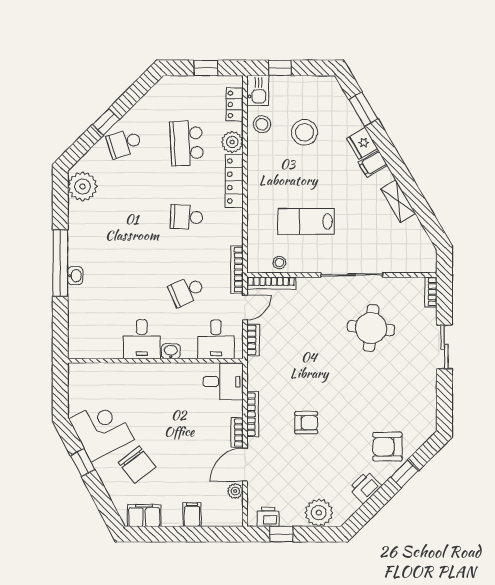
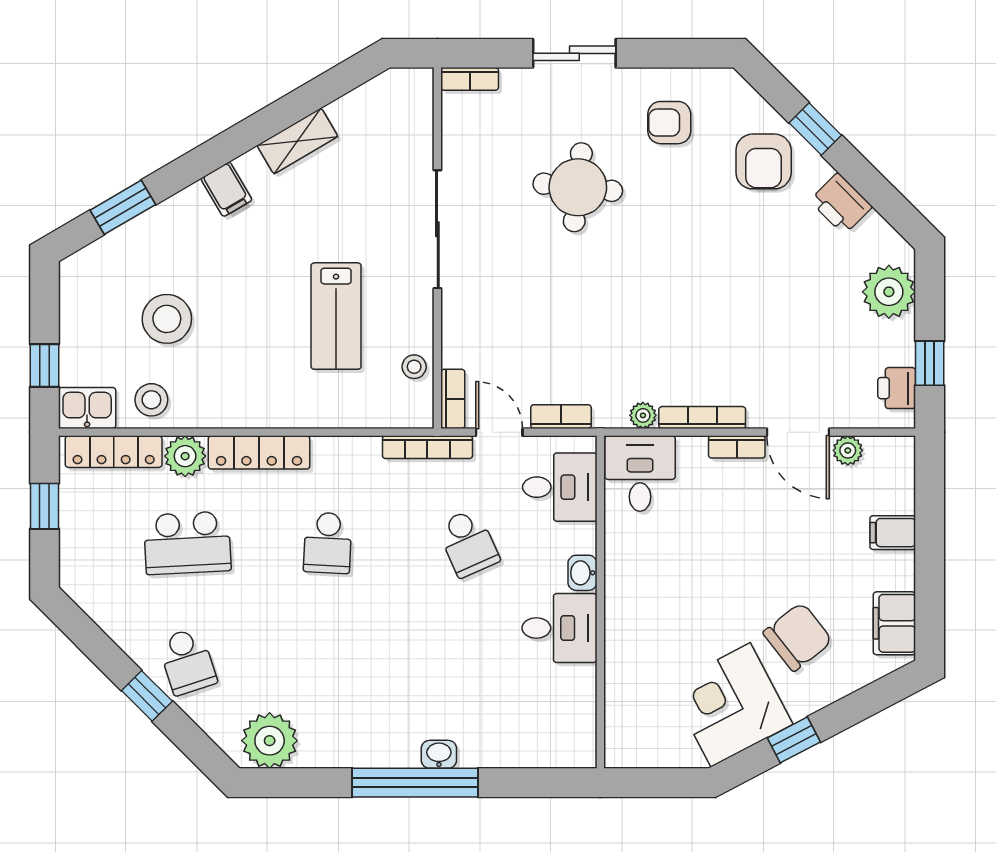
locker: (235, 104) -> (114, 452), width x1.53
fridge: (362, 143) -> (188, 209), removed
bookcase: (271, 283) -> (453, 399), width x0.64
round table: (371, 328) -> (578, 187), moved
plant: (254, 383) -> (643, 415), added
armchair: (306, 423) -> (669, 123), moved, turned -90

